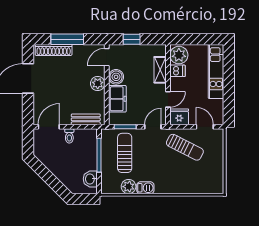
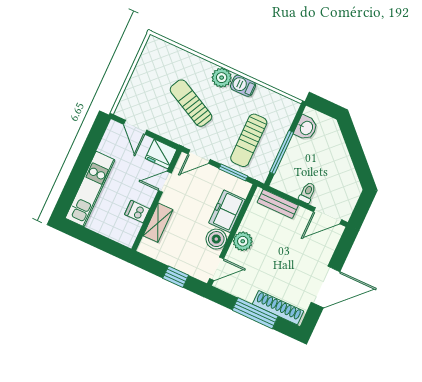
plant: (179, 55) -> (126, 230), removed
sun lounger: (185, 147) -> (191, 103), moved
plant: (129, 187) -> (222, 78), moved

